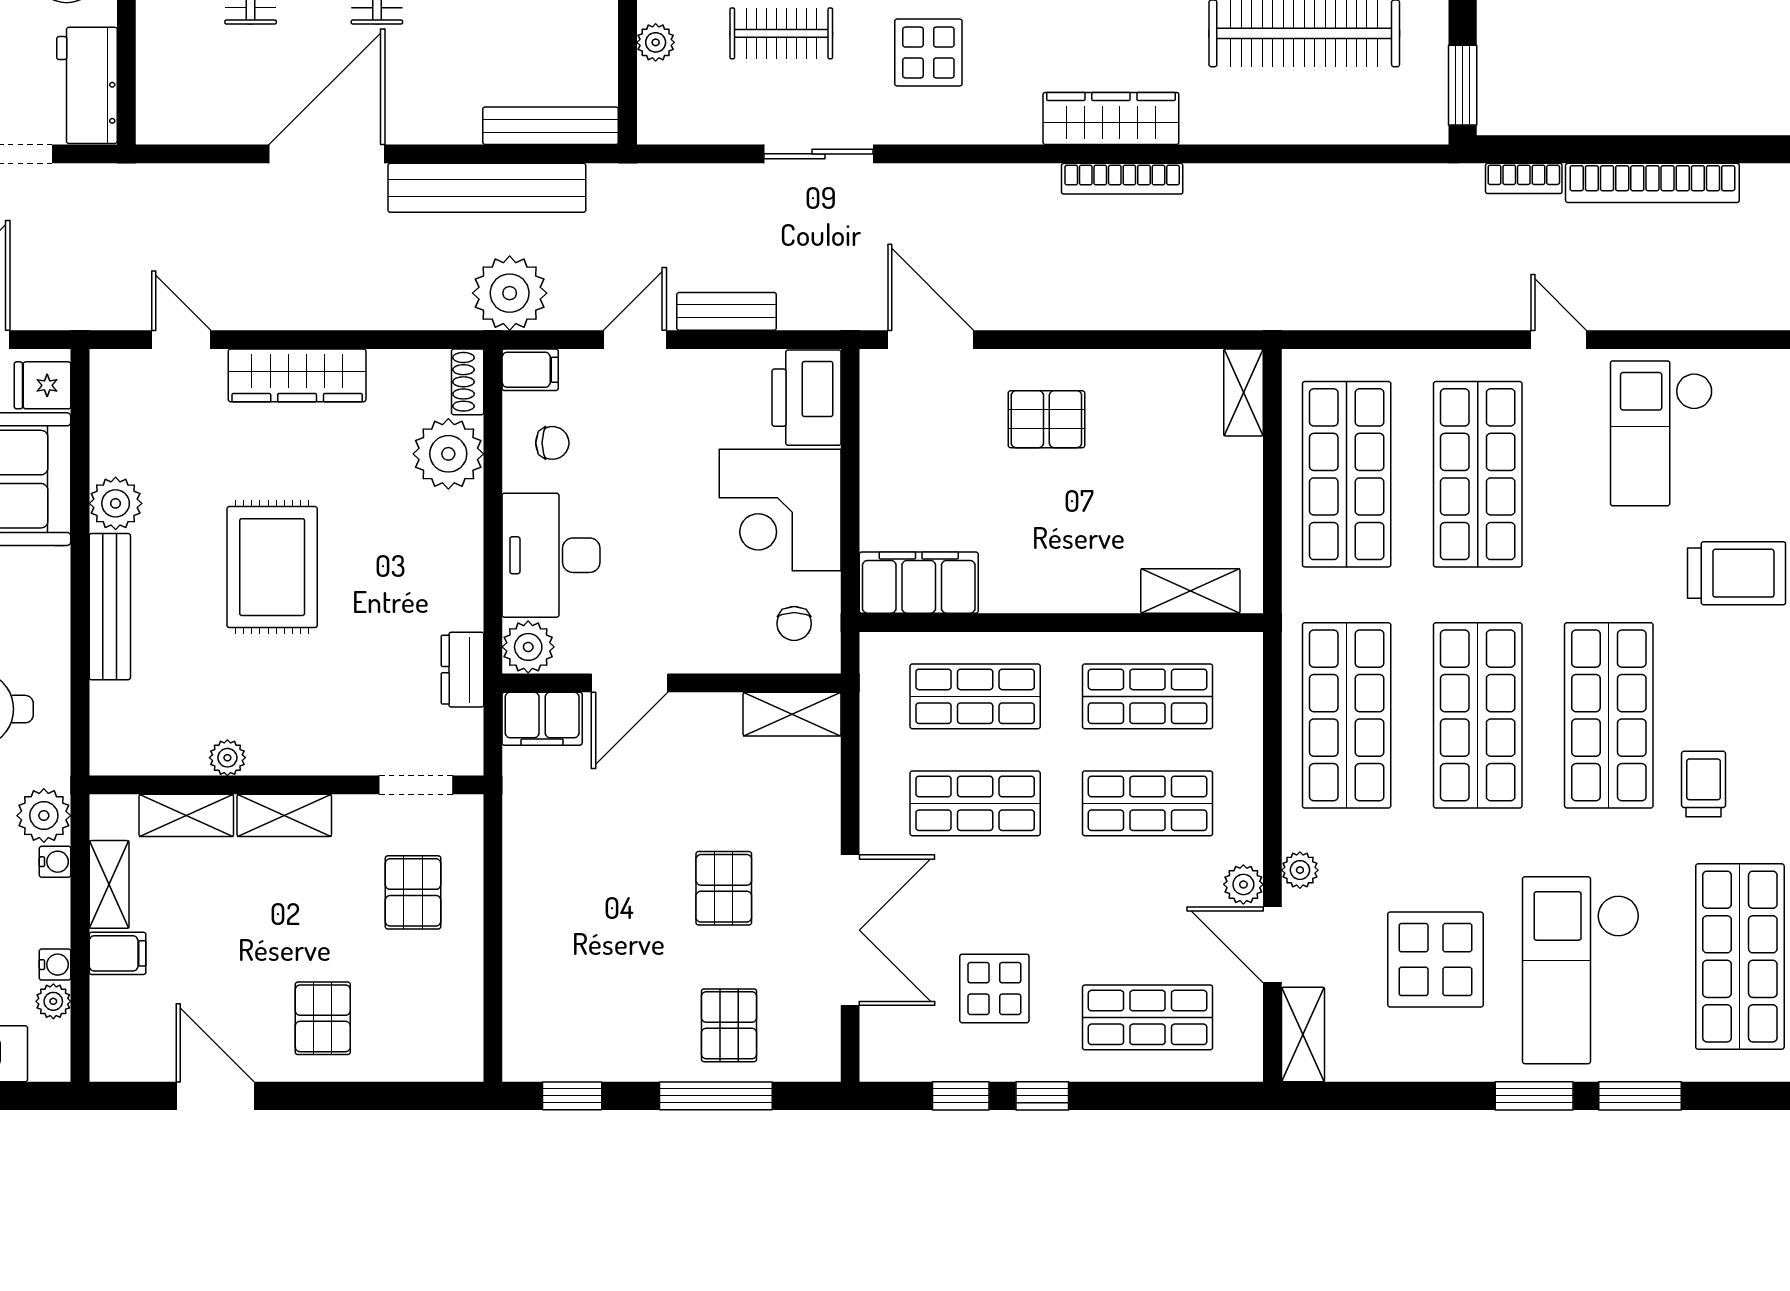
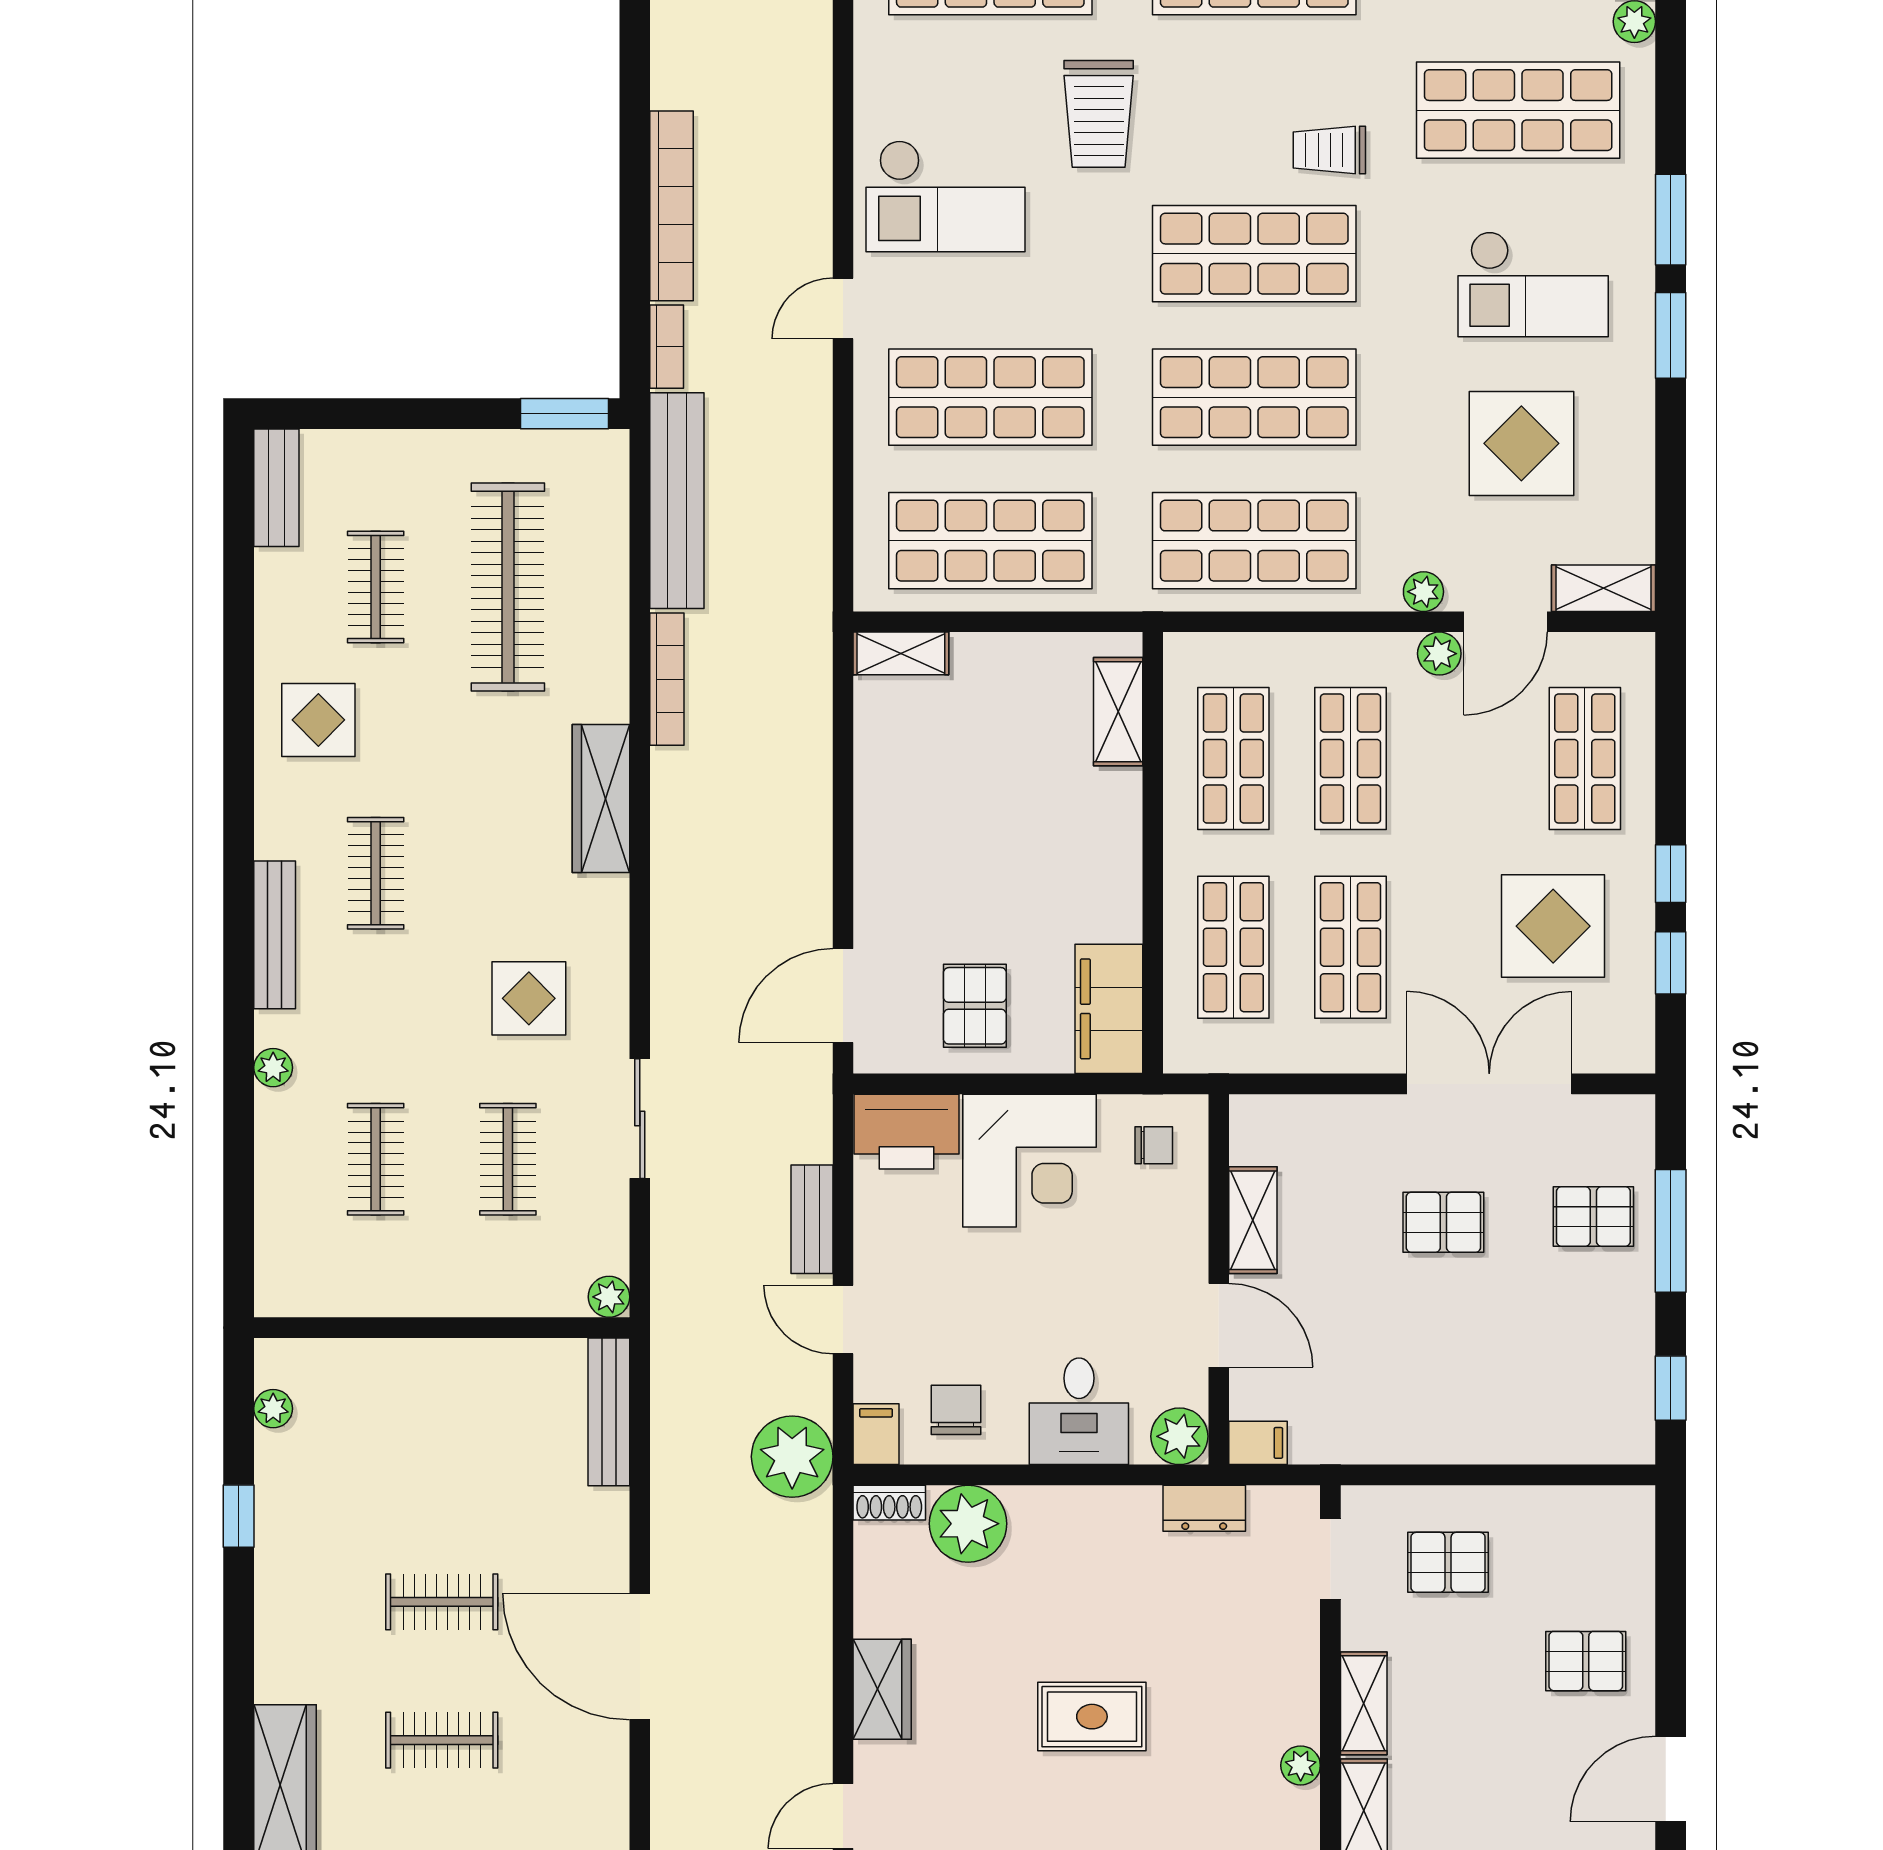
plant: (656, 42) -> (609, 1297), moved
bookcase: (1122, 179) -> (667, 679), moved
bench: (487, 188) -> (677, 501), moved
wardrobe: (297, 375) -> (882, 1689), width x0.67
pallet: (1046, 419) -> (975, 1006), moved
chair: (552, 443) -> (956, 1410), width x1.37, depth x1.37
desk: (551, 555) -> (1079, 1411), width x0.73
rug: (272, 567) -> (1092, 1717), width x0.73, depth x0.70
trolley: (1737, 573) -> (1099, 114), turned 180
shelving: (792, 714) -> (1253, 1220), moved
filing cabinet: (542, 719) -> (1258, 1443), width x0.50
checkout: (1581, 970) -> (1533, 284), width x0.73, depth x0.83
display table: (994, 988) -> (1553, 926), width x1.36, depth x1.36

